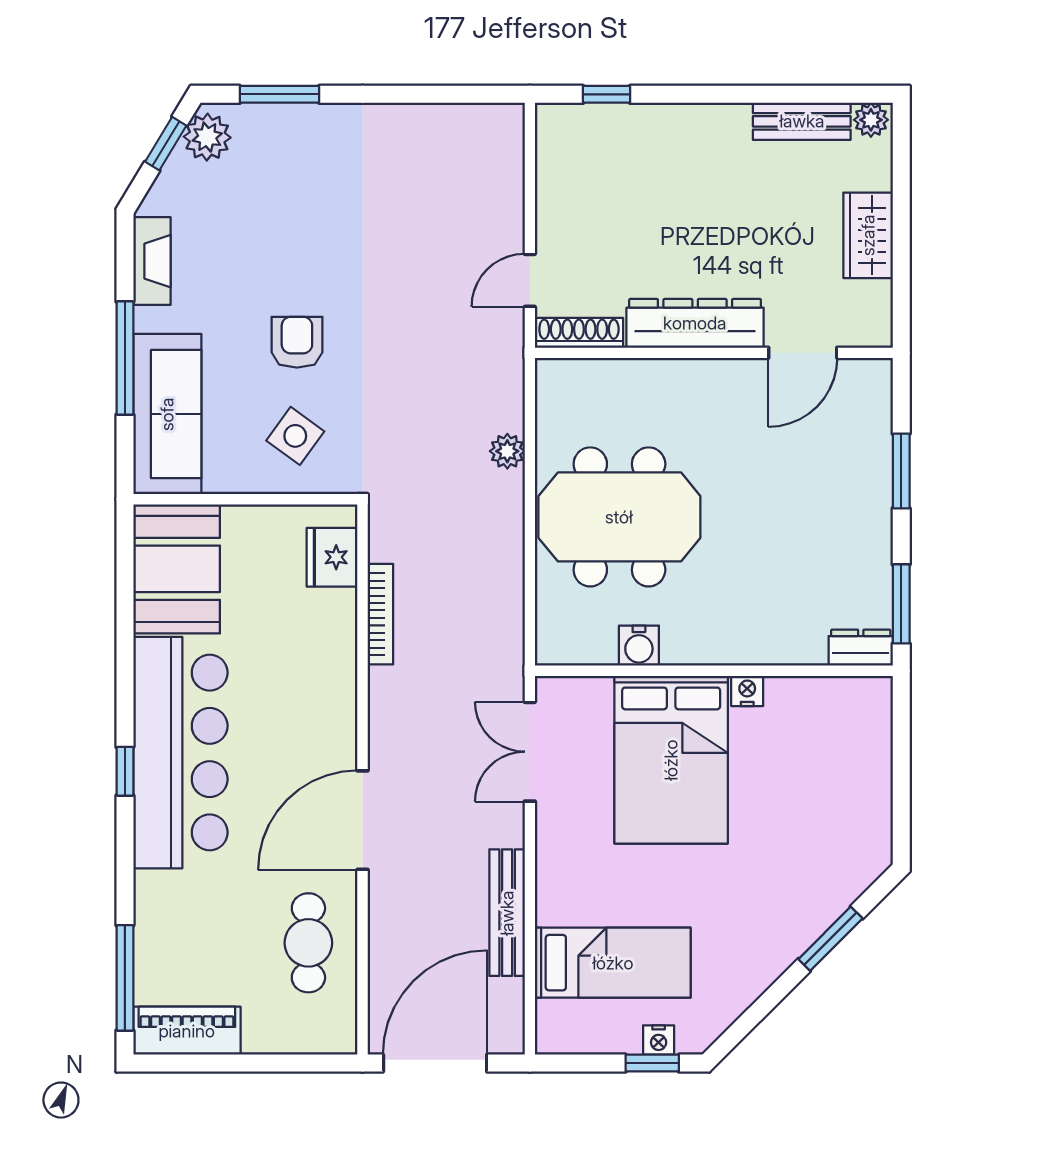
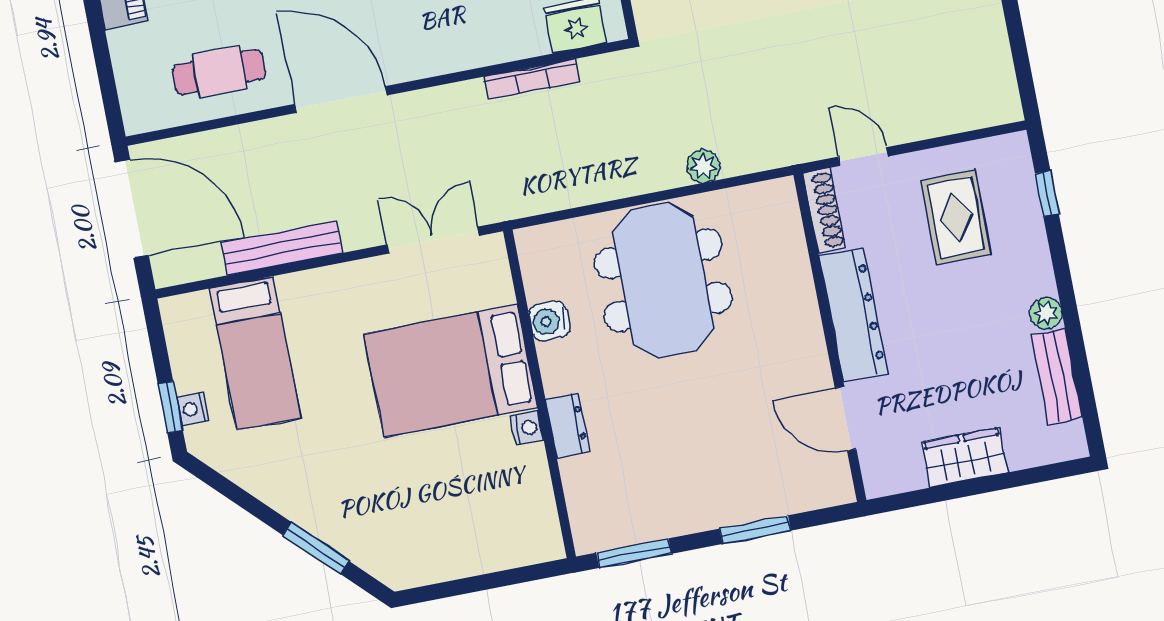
plant: (871, 120) -> (1046, 313), moved
rug: (613, 195) -> (956, 217), added
dresser: (861, 648) -> (568, 425), moved

